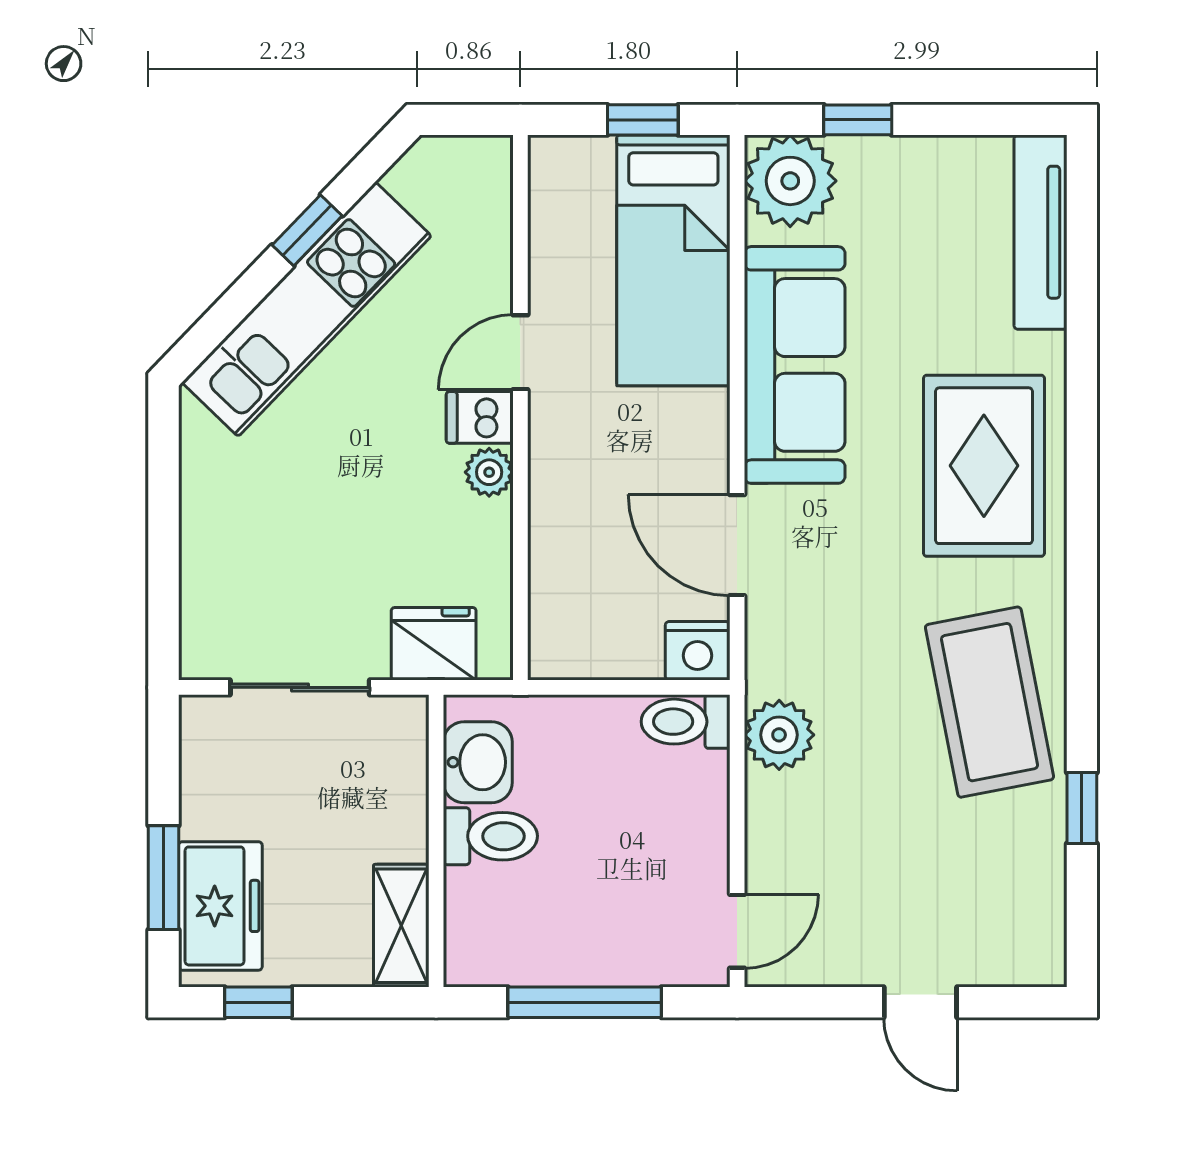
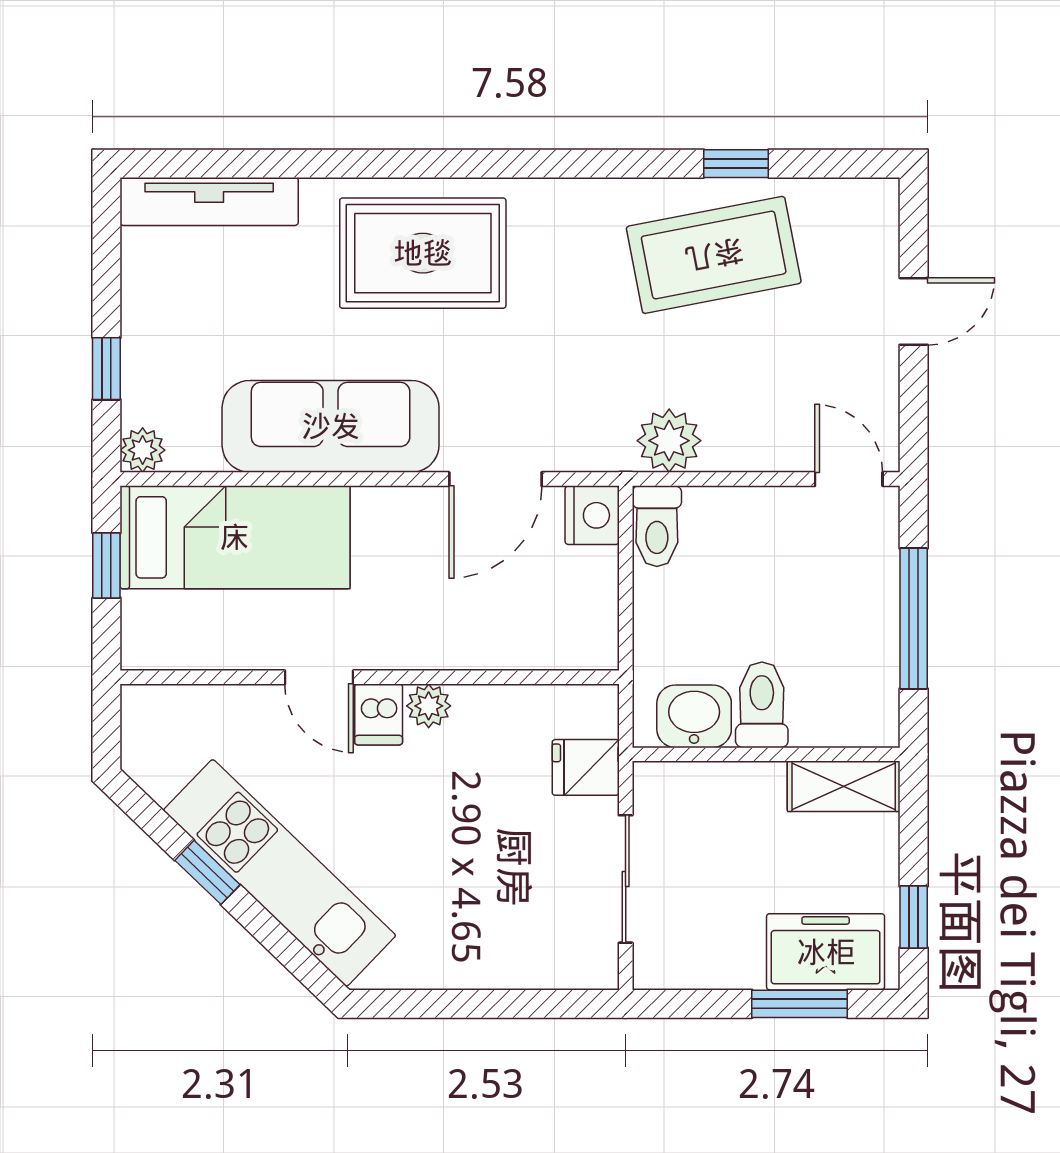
plant: (790, 181) -> (143, 450), width x0.53, depth x0.53
fridge: (434, 644) -> (586, 767), width x0.72
coffee table: (990, 702) -> (714, 255), moved

